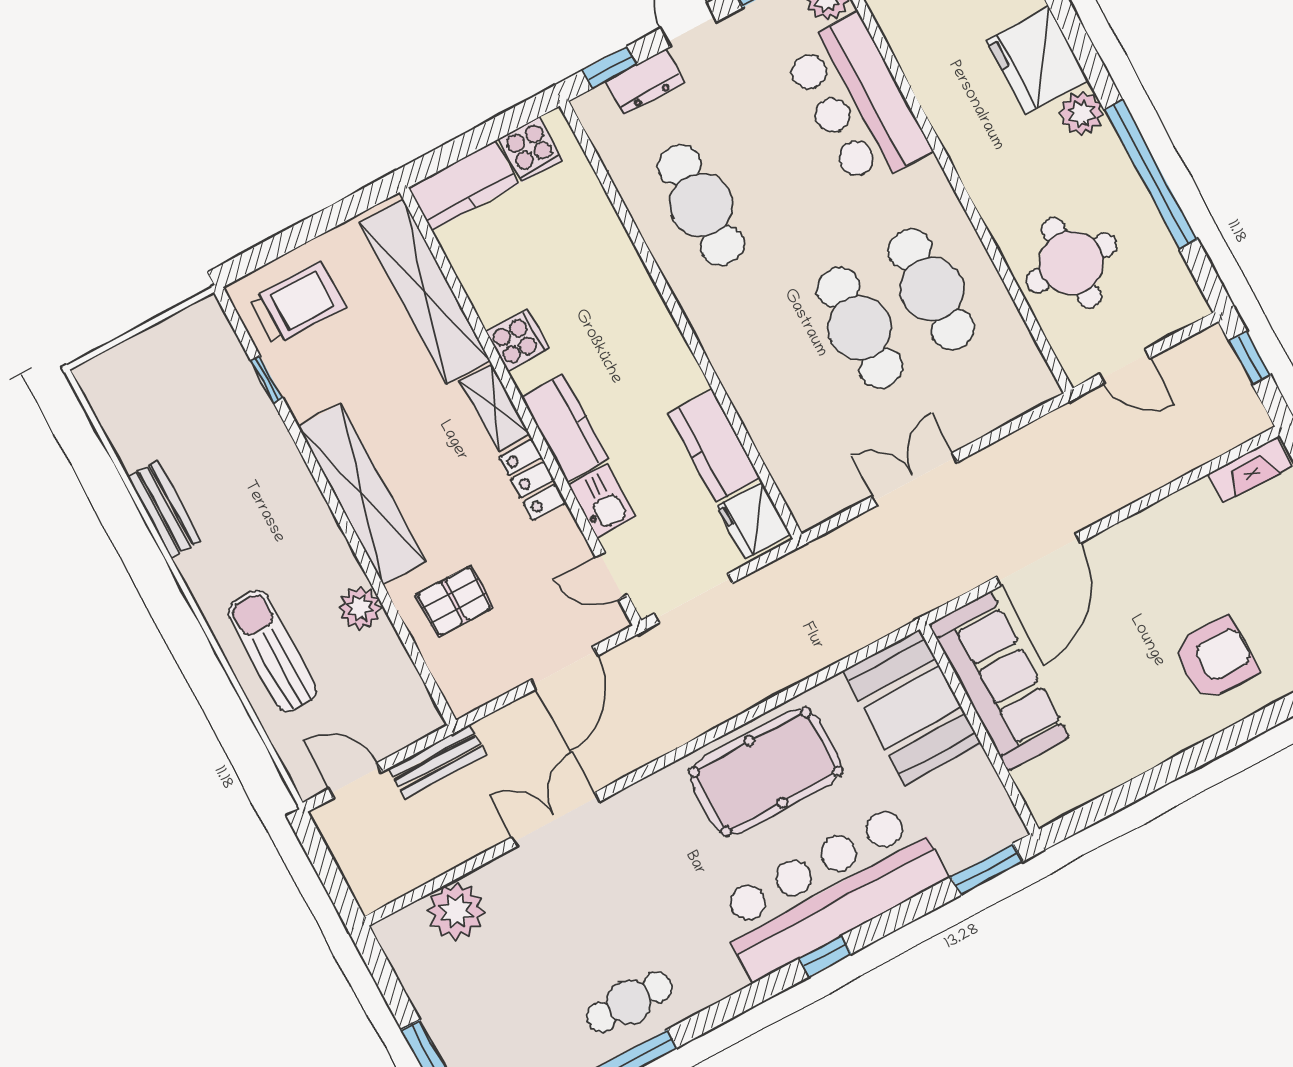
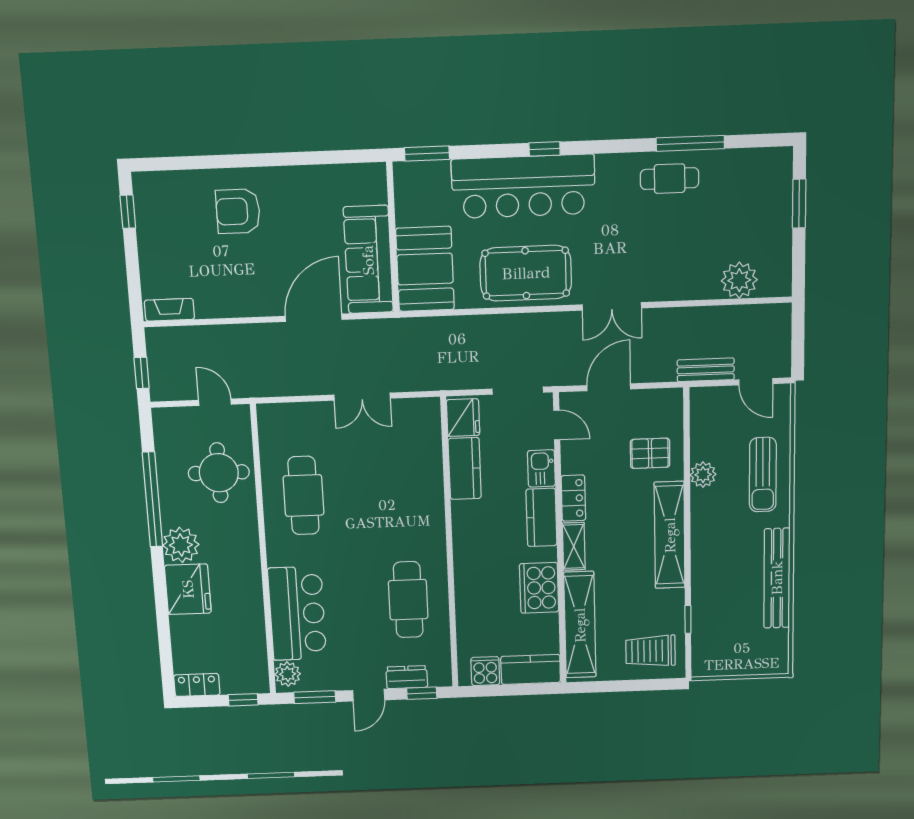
plant: (1081, 114) -> (181, 545), width x1.36, depth x1.36
cafe table: (860, 328) -> (353, 494), removed
cooker: (518, 340) -> (539, 588), width x1.87, depth x1.31
bench: (164, 509) -> (777, 578), width x1.86, depth x1.21
double door: (556, 820) -> (612, 306), moved

